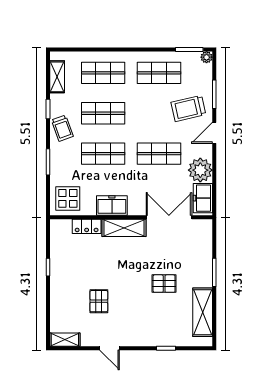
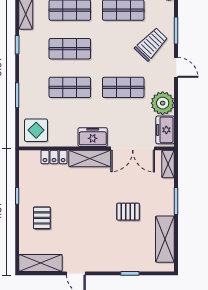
trolley: (188, 108) -> (151, 44), turned 147
trolley: (62, 128) -> (31, 63), removed
door: (214, 133) -> (176, 67), swing flipped
freezer: (112, 206) -> (93, 137), moved
double door: (169, 217) -> (133, 148), swing flipped
shelving: (206, 234) -> (168, 164), added
pallet: (99, 301) -> (42, 218), moved
shelving: (65, 340) -> (40, 263), width x1.50, depth x1.33

